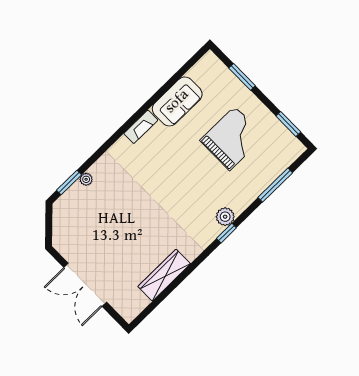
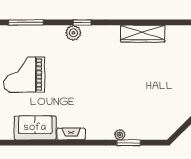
plant: (86, 179) -> (120, 135), moved
window: (69, 183) -> (129, 143), moved

